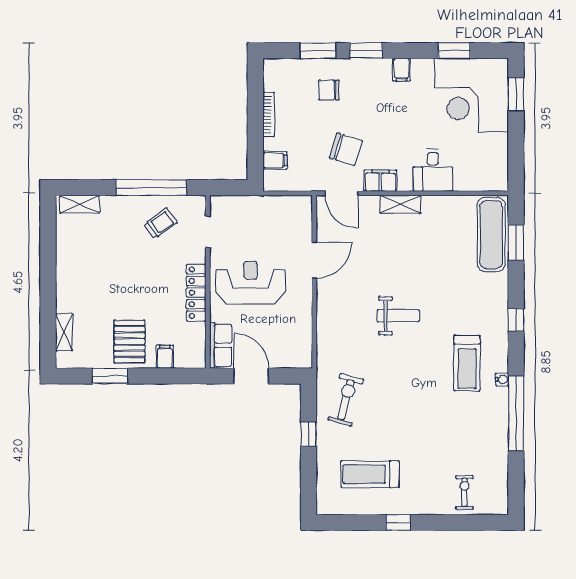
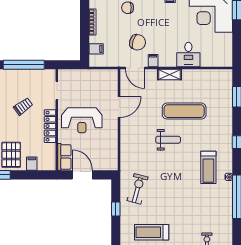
filing cabinet: (380, 181) -> (153, 61), width x0.50
trolley: (161, 223) -> (23, 106), moved
exercise mat: (491, 234) -> (184, 111), moved, turned 90
reception desk: (250, 283) -> (82, 120), turned 180

